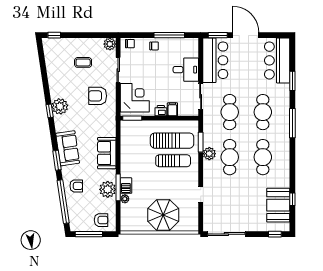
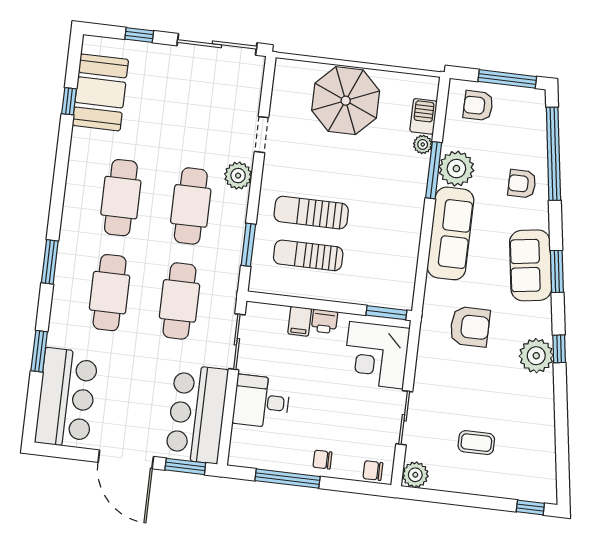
armchair: (98, 96) -> (470, 327), moved
window: (292, 123) -> (50, 262), width x0.69
sun lounger: (172, 141) -> (308, 255), width x0.73, depth x0.75
sofa: (107, 153) -> (450, 233), width x1.36
plant: (209, 154) -> (238, 176), moved
window: (57, 160) -> (557, 271), moved
barbecue: (126, 186) -> (423, 116), moved
window: (275, 234) -> (139, 35), moved

